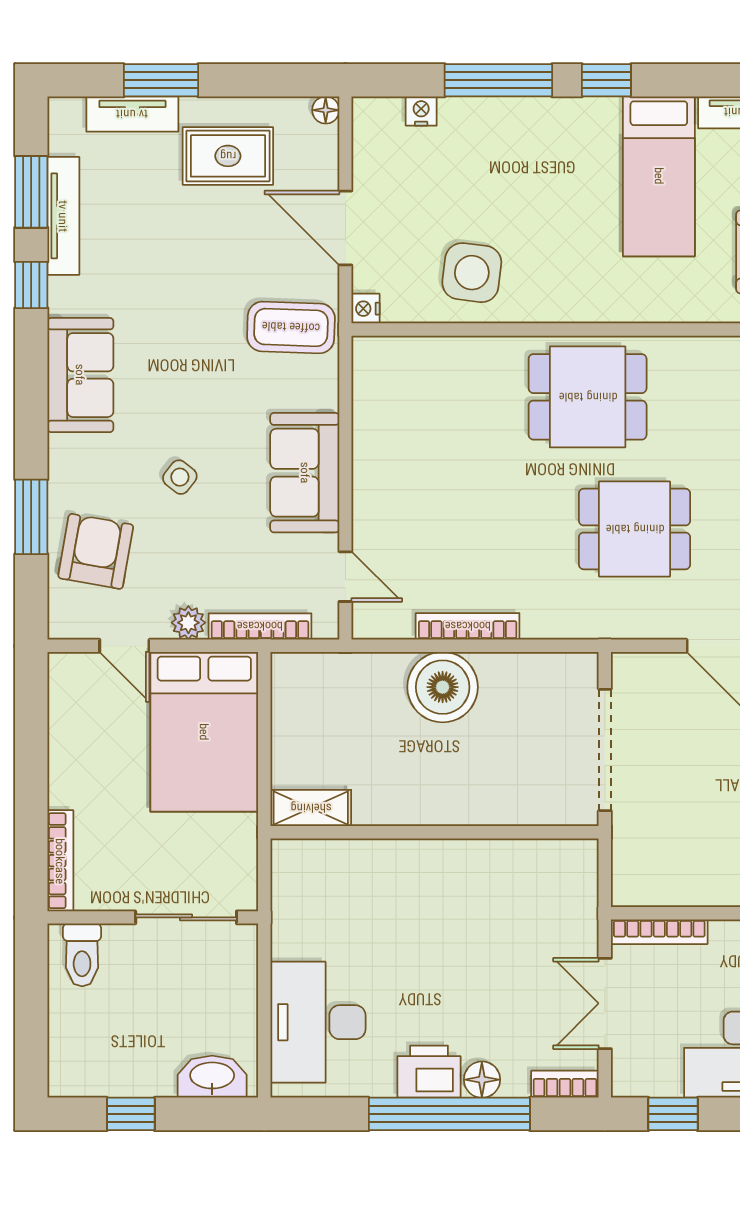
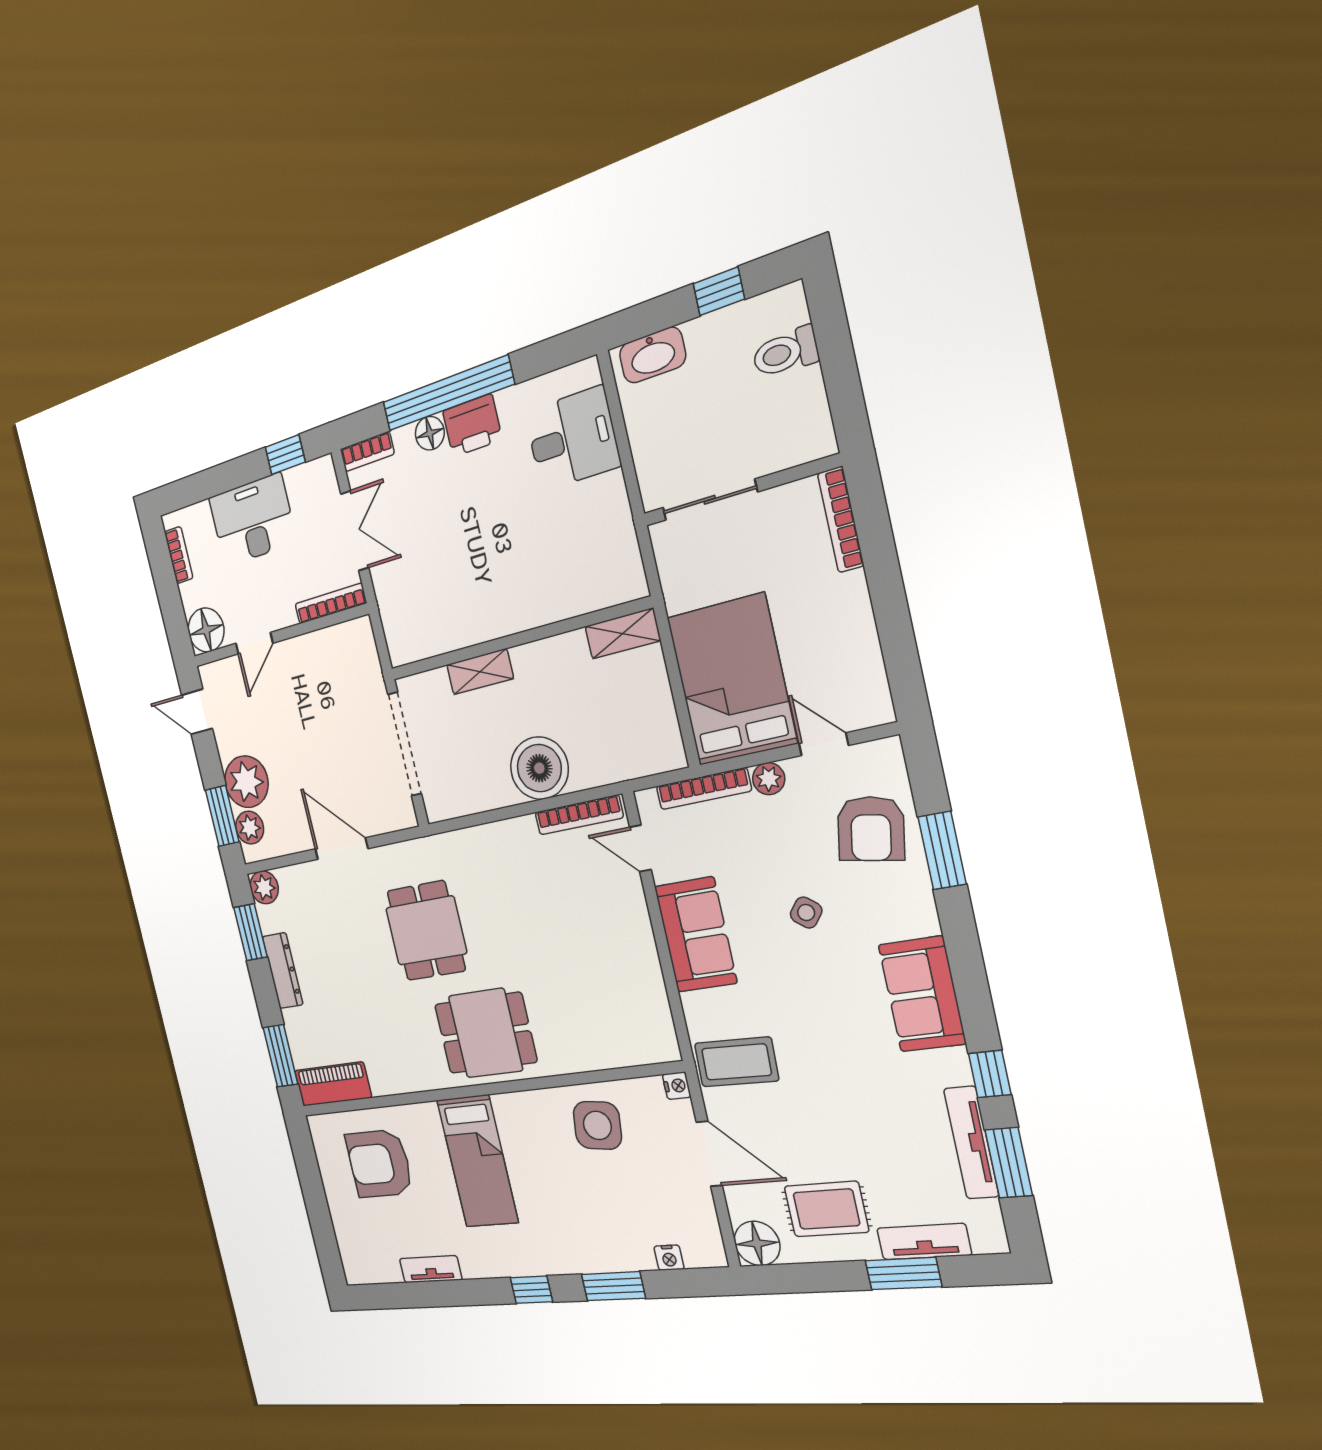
window: (498, 80) -> (613, 1286), width x0.69
floor lamp: (326, 110) -> (757, 1243), width x1.89, depth x1.89
bed: (659, 176) -> (478, 1161), moved, turned 180
dining table: (635, 529) -> (426, 931), turned 90
bookcase: (468, 626) -> (579, 815), moved
shelving: (488, 808) -> (480, 672), added
toilet: (82, 955) -> (785, 352), moved, turned -90
desk: (318, 1022) -> (572, 439), width x0.73

